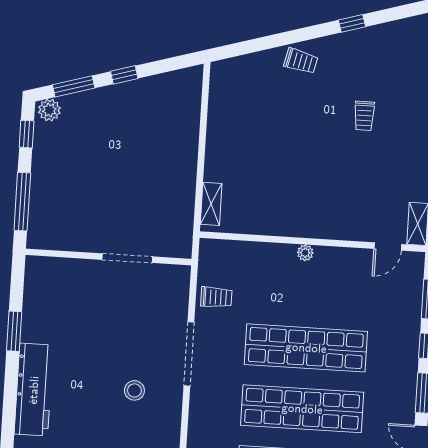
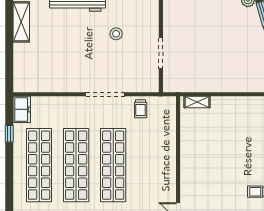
plant: (305, 253) -> (171, 161), removed
stool: (134, 390) -> (116, 34), moved

